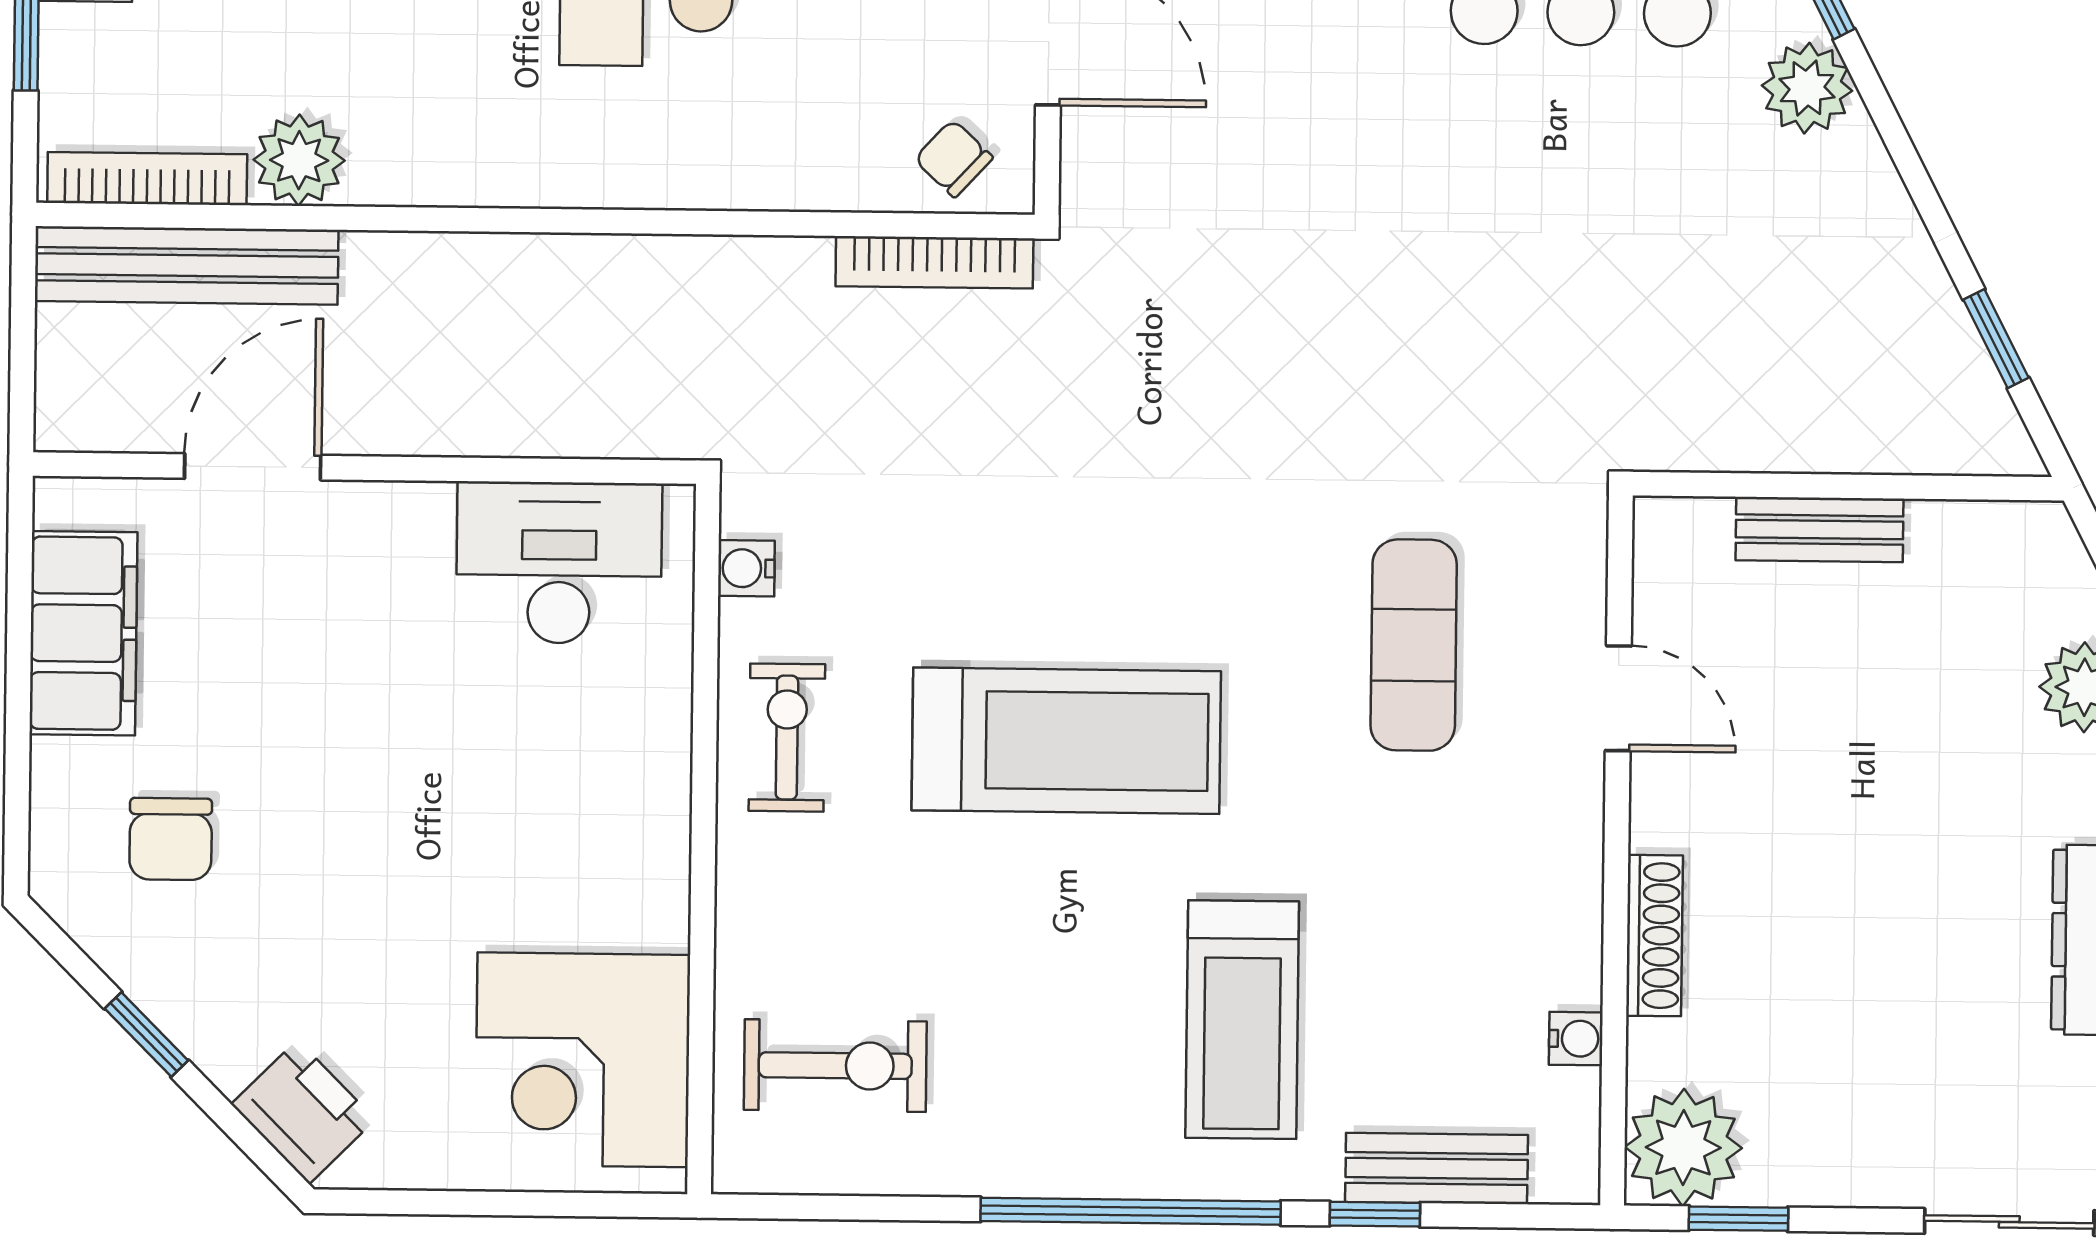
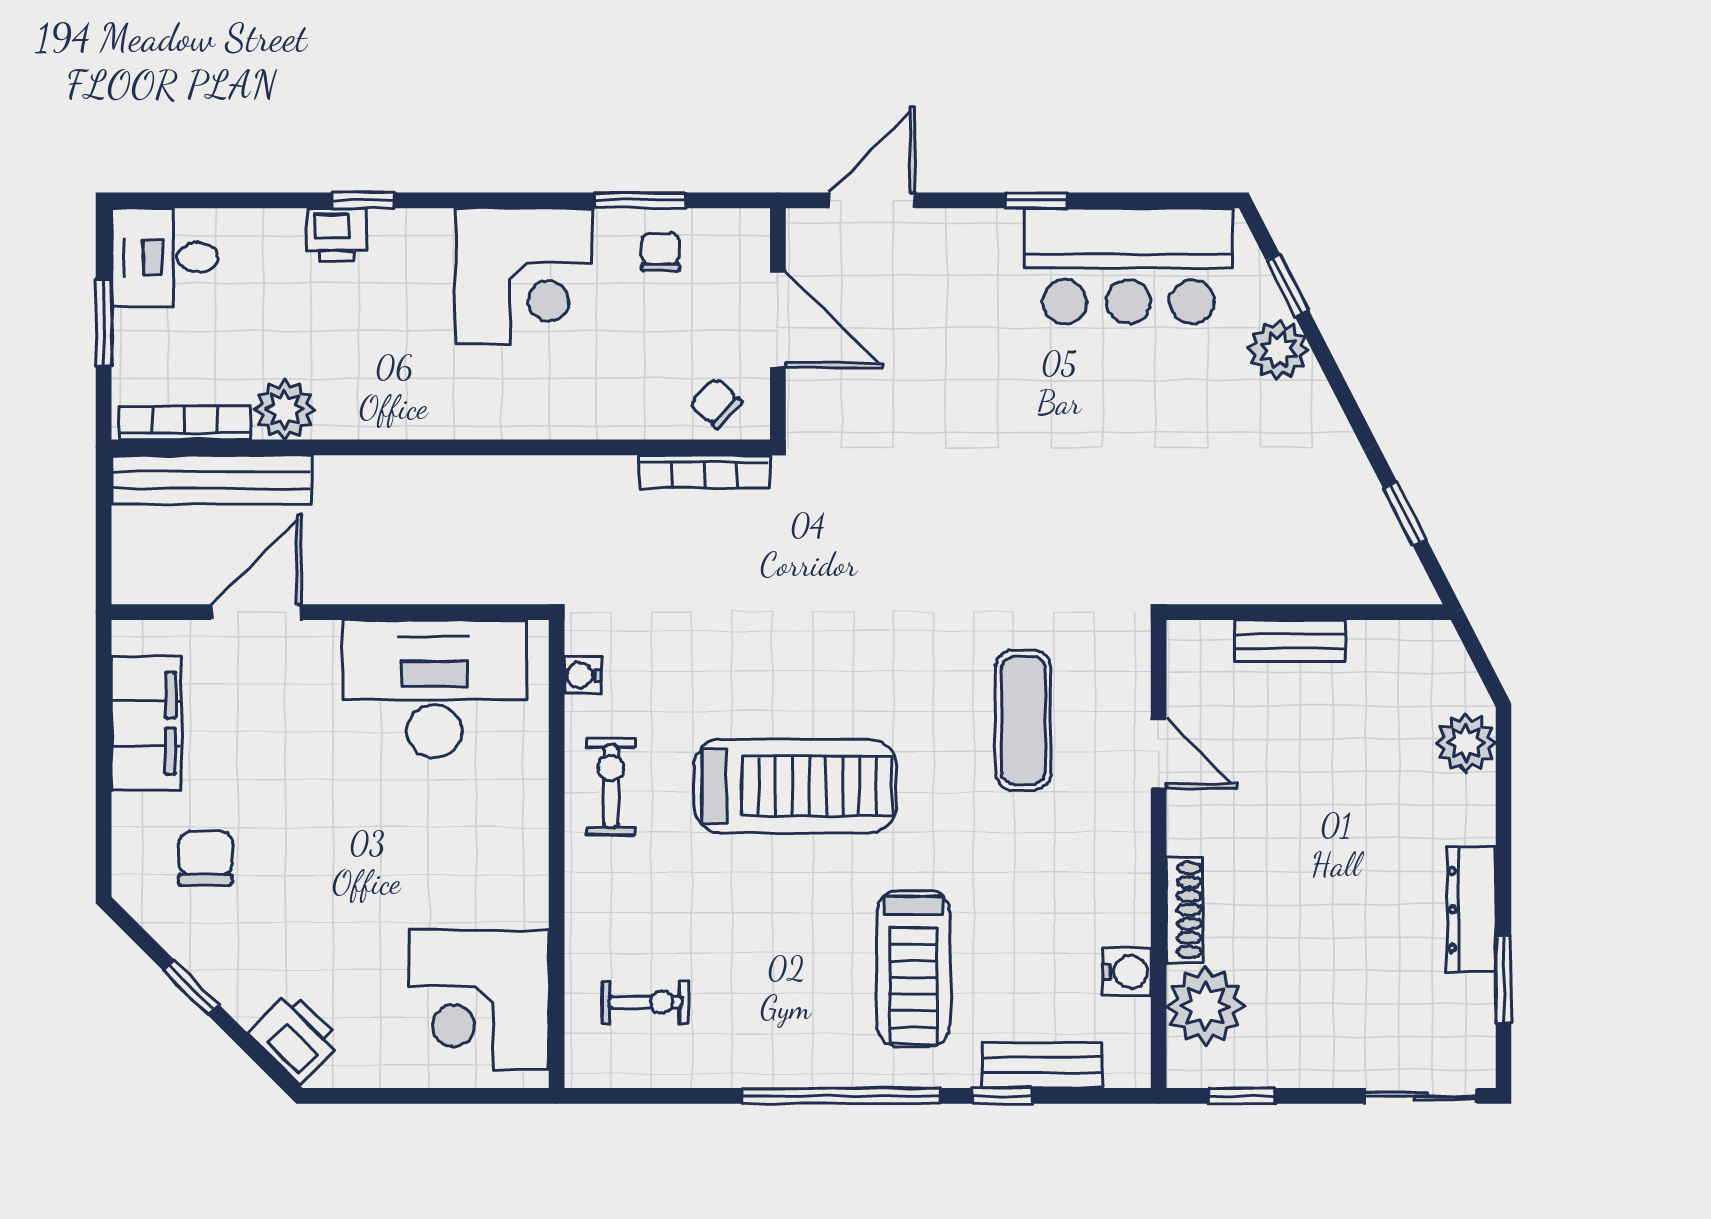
desk: (559, 563) -> (435, 689), width x1.36, depth x1.30
chair: (171, 839) -> (205, 858), turned 180
water cooler: (1576, 1039) -> (1127, 972), width x1.38, depth x1.38
exercise bike: (835, 1066) -> (645, 1002), width x0.73, depth x0.72
plant: (1683, 1147) -> (1205, 1006), moved

